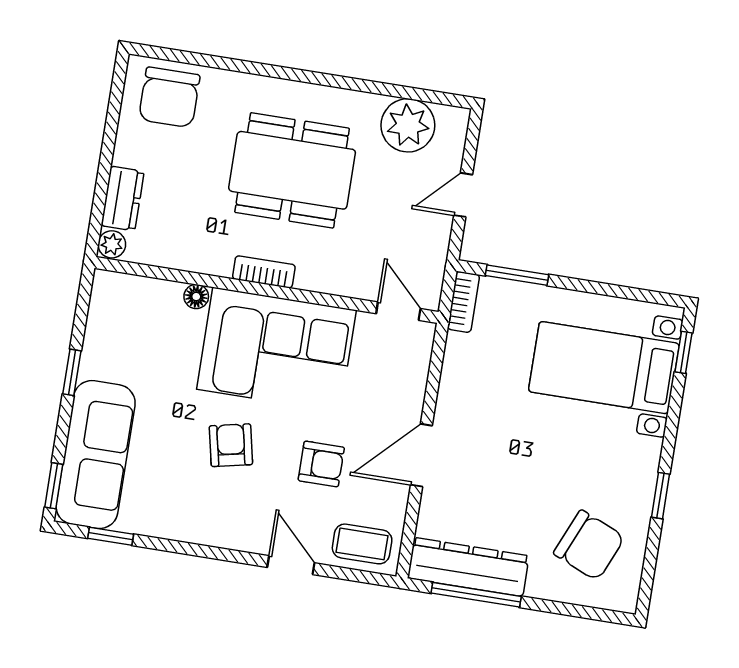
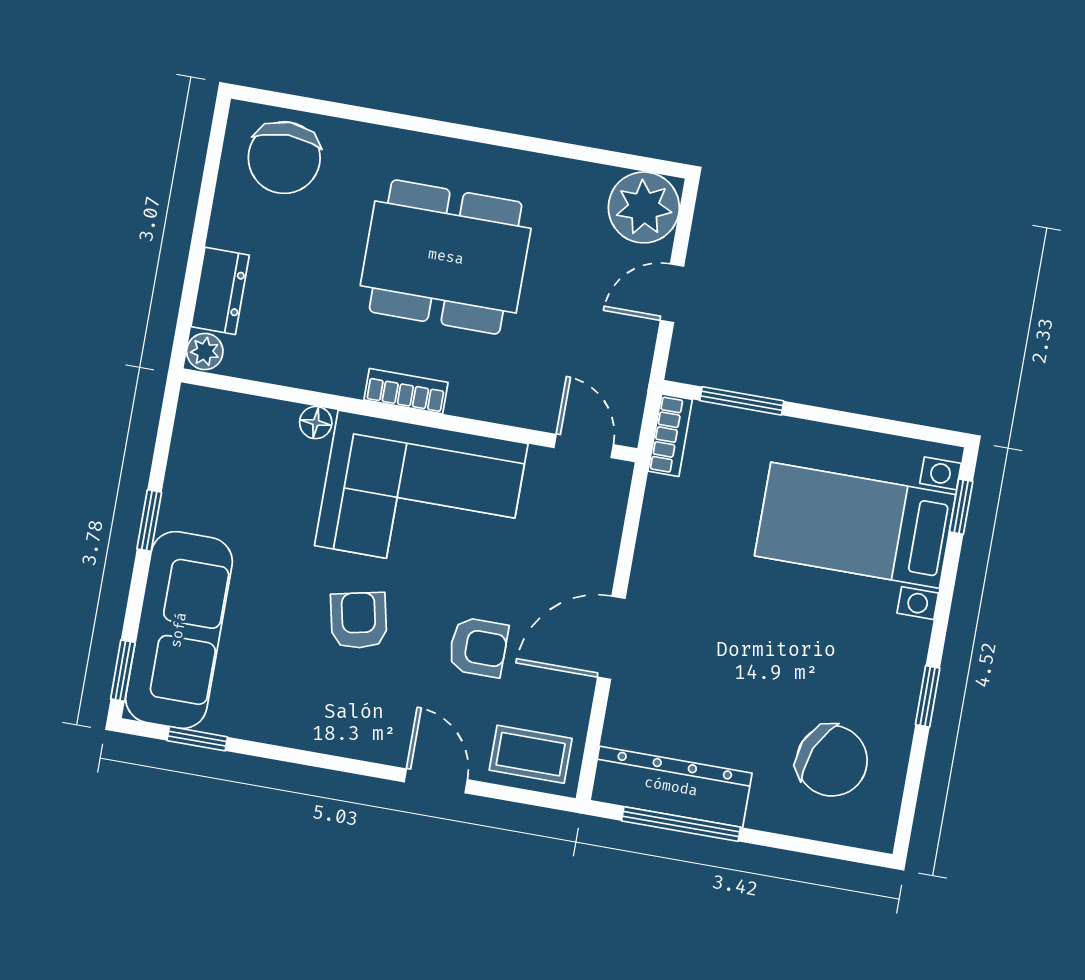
plant: (408, 125) -> (644, 207), moved

